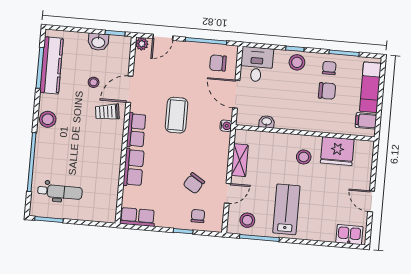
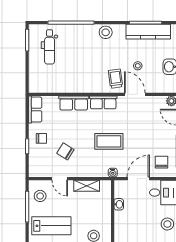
coffee table: (177, 115) -> (109, 141), moved
chair: (198, 216) -> (41, 138), moved

